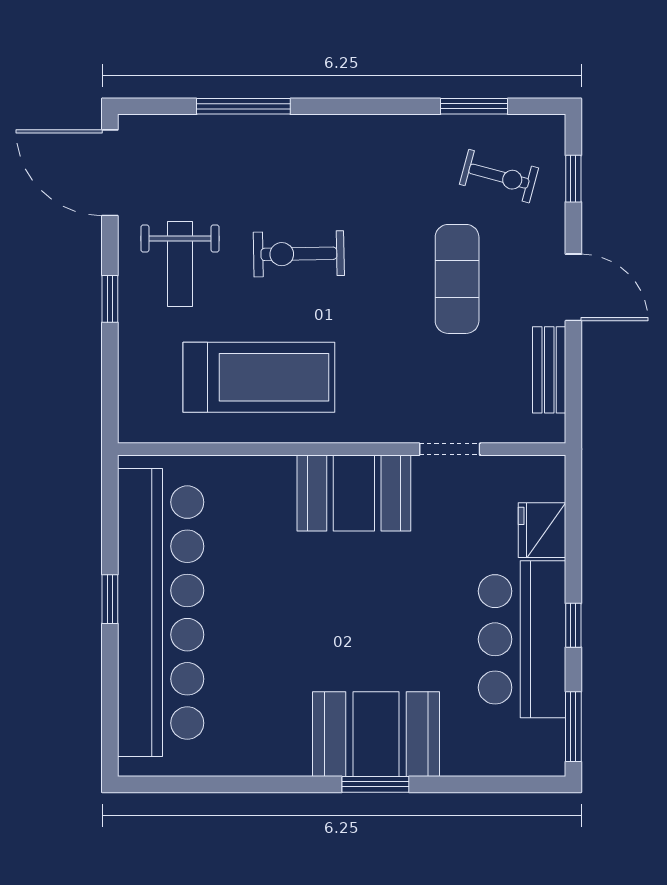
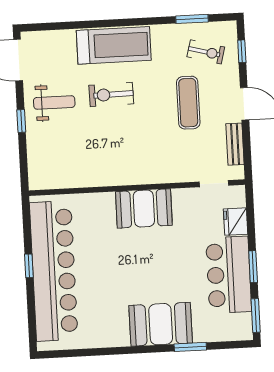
window: (243, 106) -> (81, 25), removed
weight bench: (180, 264) -> (54, 102), turned -90
treadmill: (259, 377) -> (114, 45), moved
doorway: (450, 449) -> (214, 184), moved
window: (573, 625) -> (253, 267), width x1.50
window: (375, 784) -> (190, 347), moved

